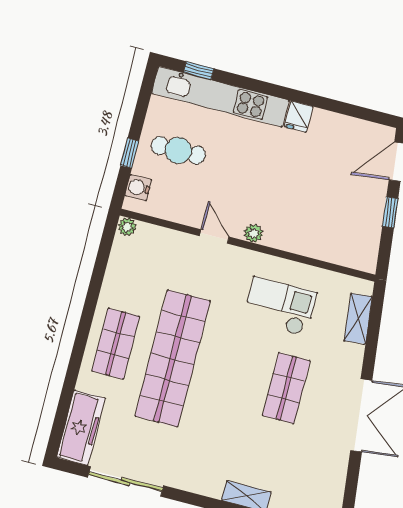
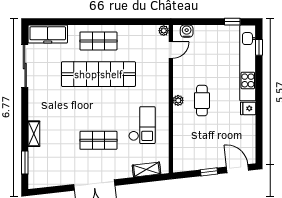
cafe table: (178, 150) -> (202, 101), moved
window: (130, 153) -> (232, 22), moved
door: (214, 236) -> (171, 50), moved

